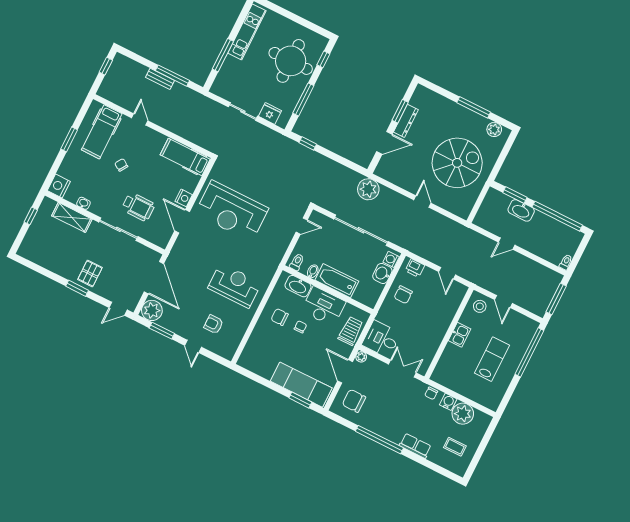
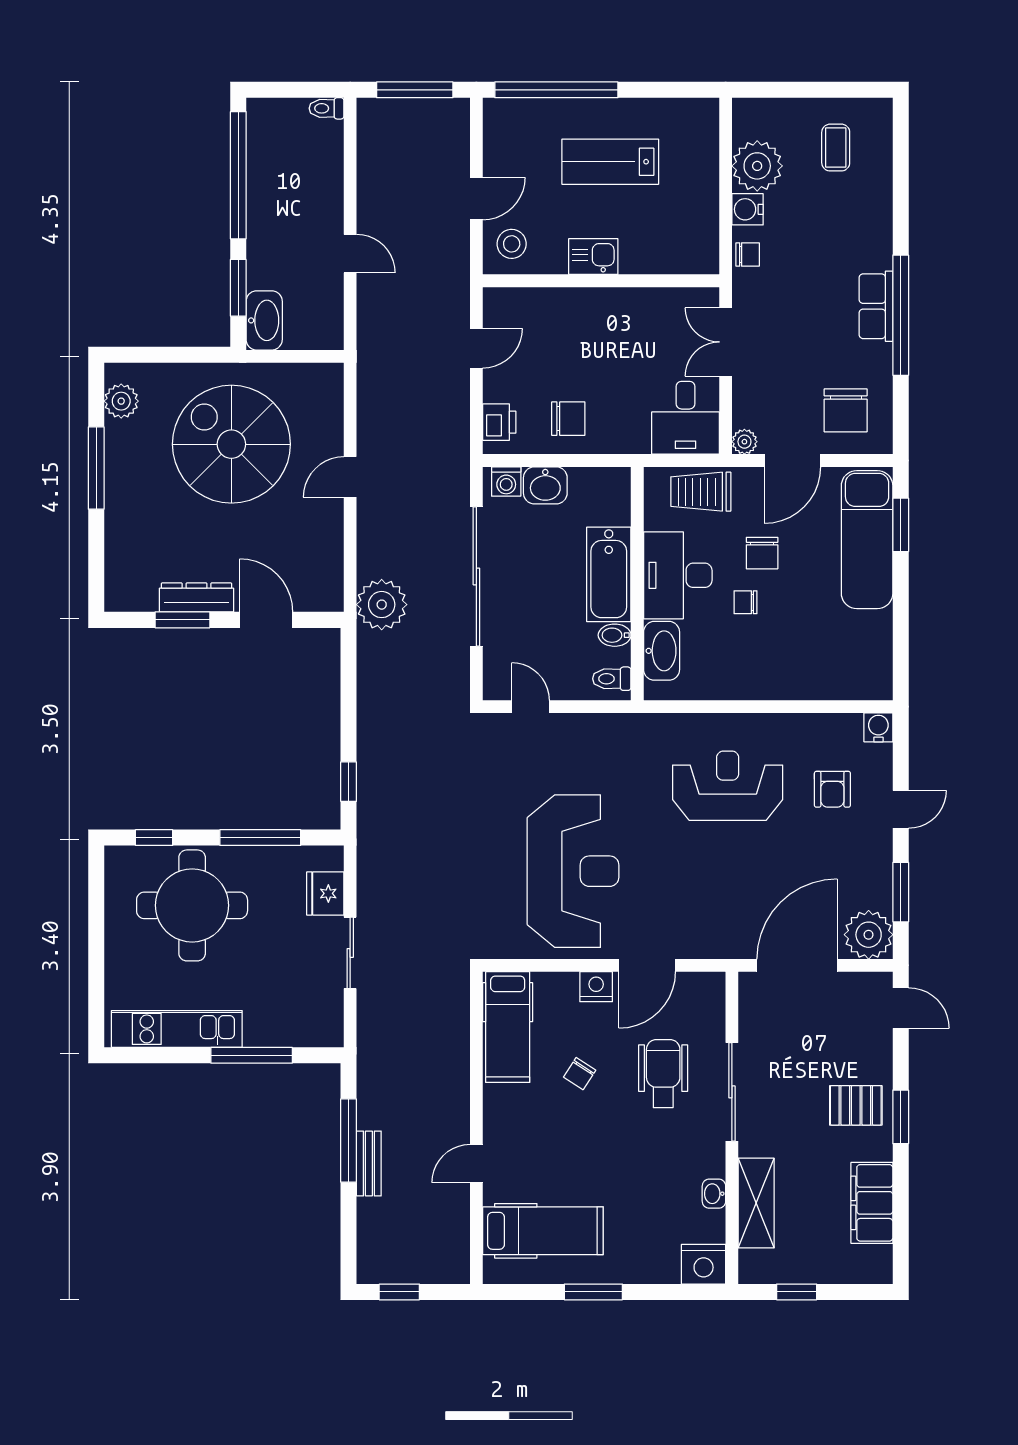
chair: (121, 165) -> (580, 1074), moved
washbasin: (521, 210) -> (264, 320), moved
filing cabinet: (50, 261) -> (872, 1203), added
reception desk: (235, 285) -> (728, 786), turned 90
chair: (280, 317) -> (762, 553), moved
water cooler: (228, 353) -> (878, 727), added
row of seats: (415, 446) -> (876, 306), moved

